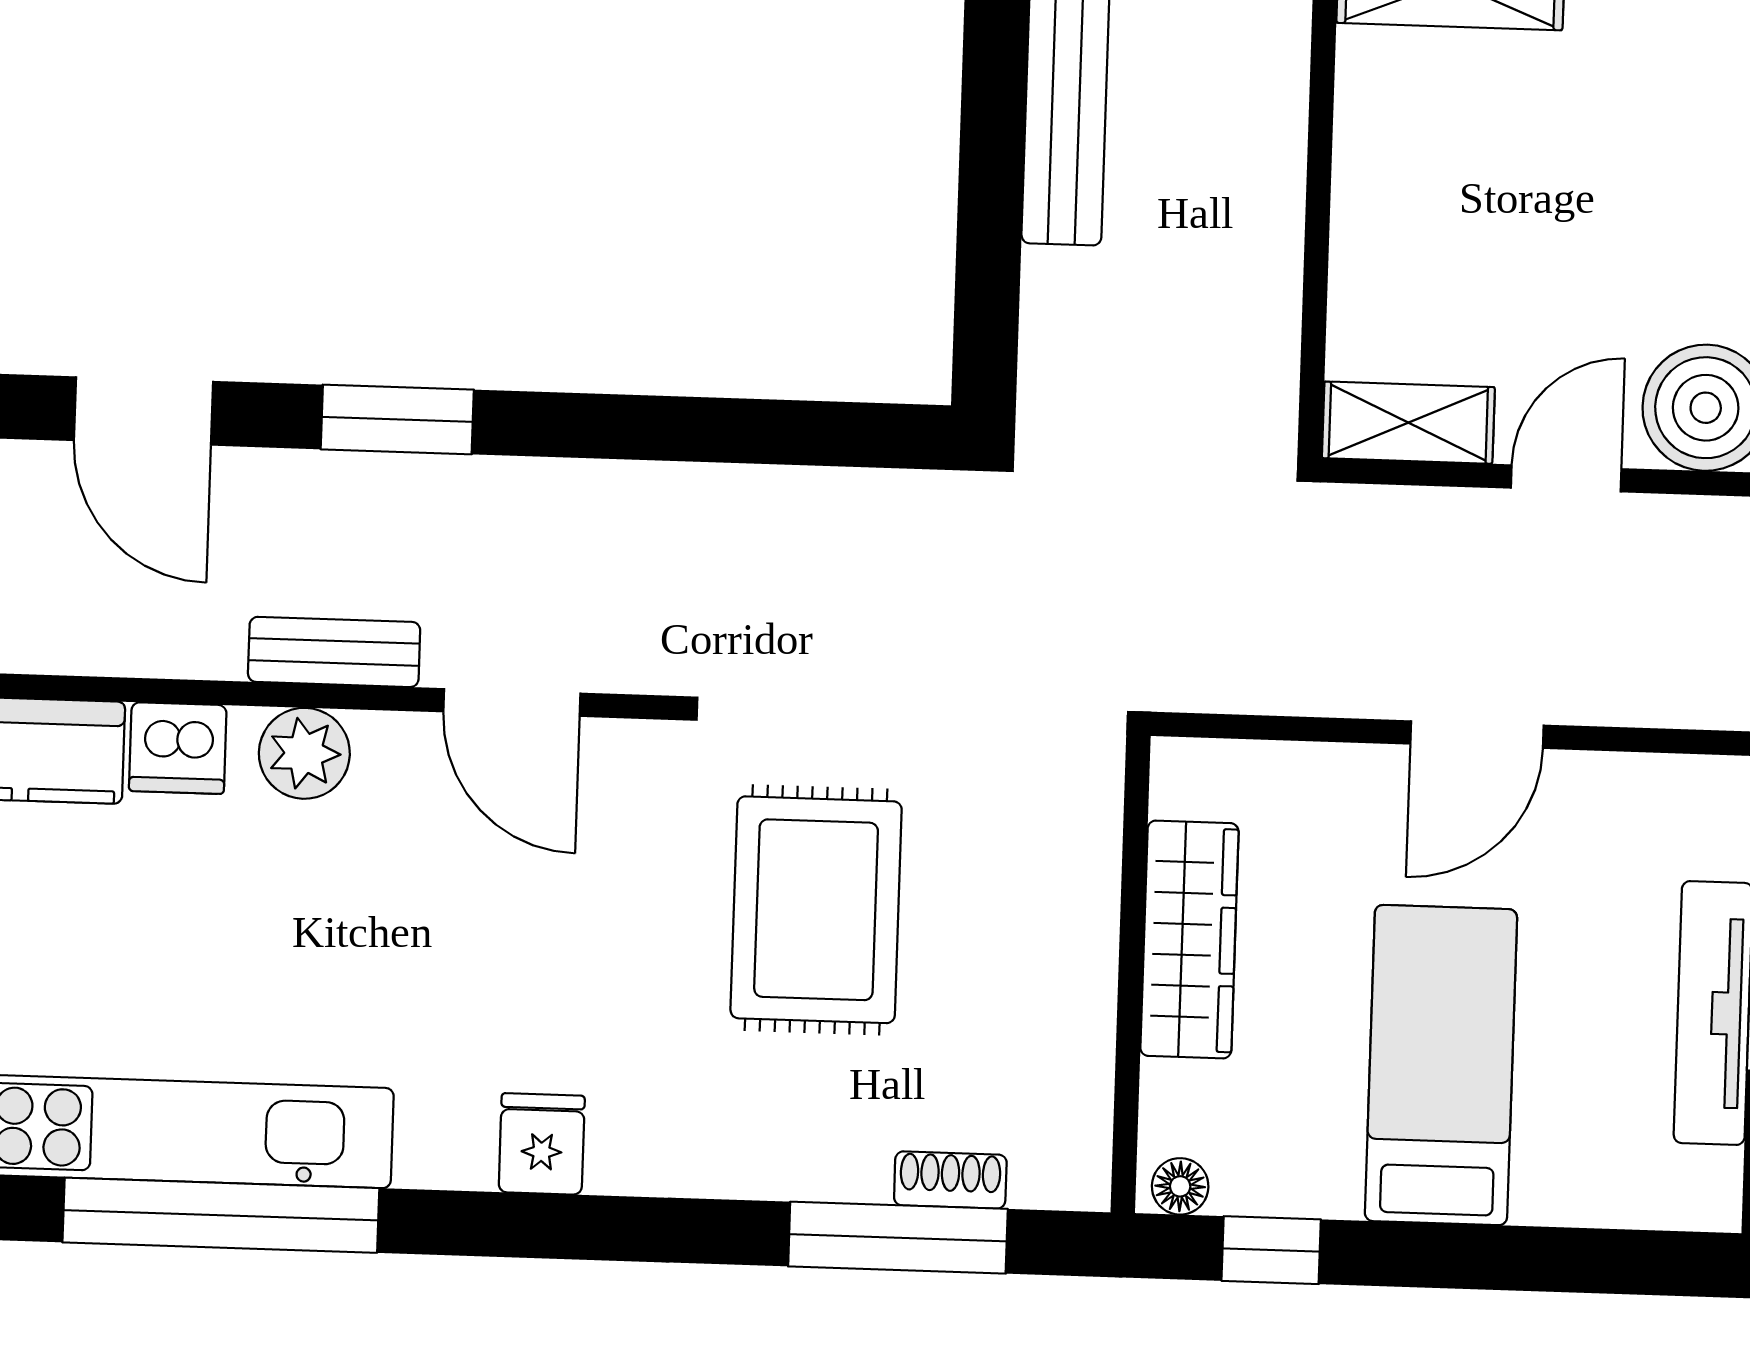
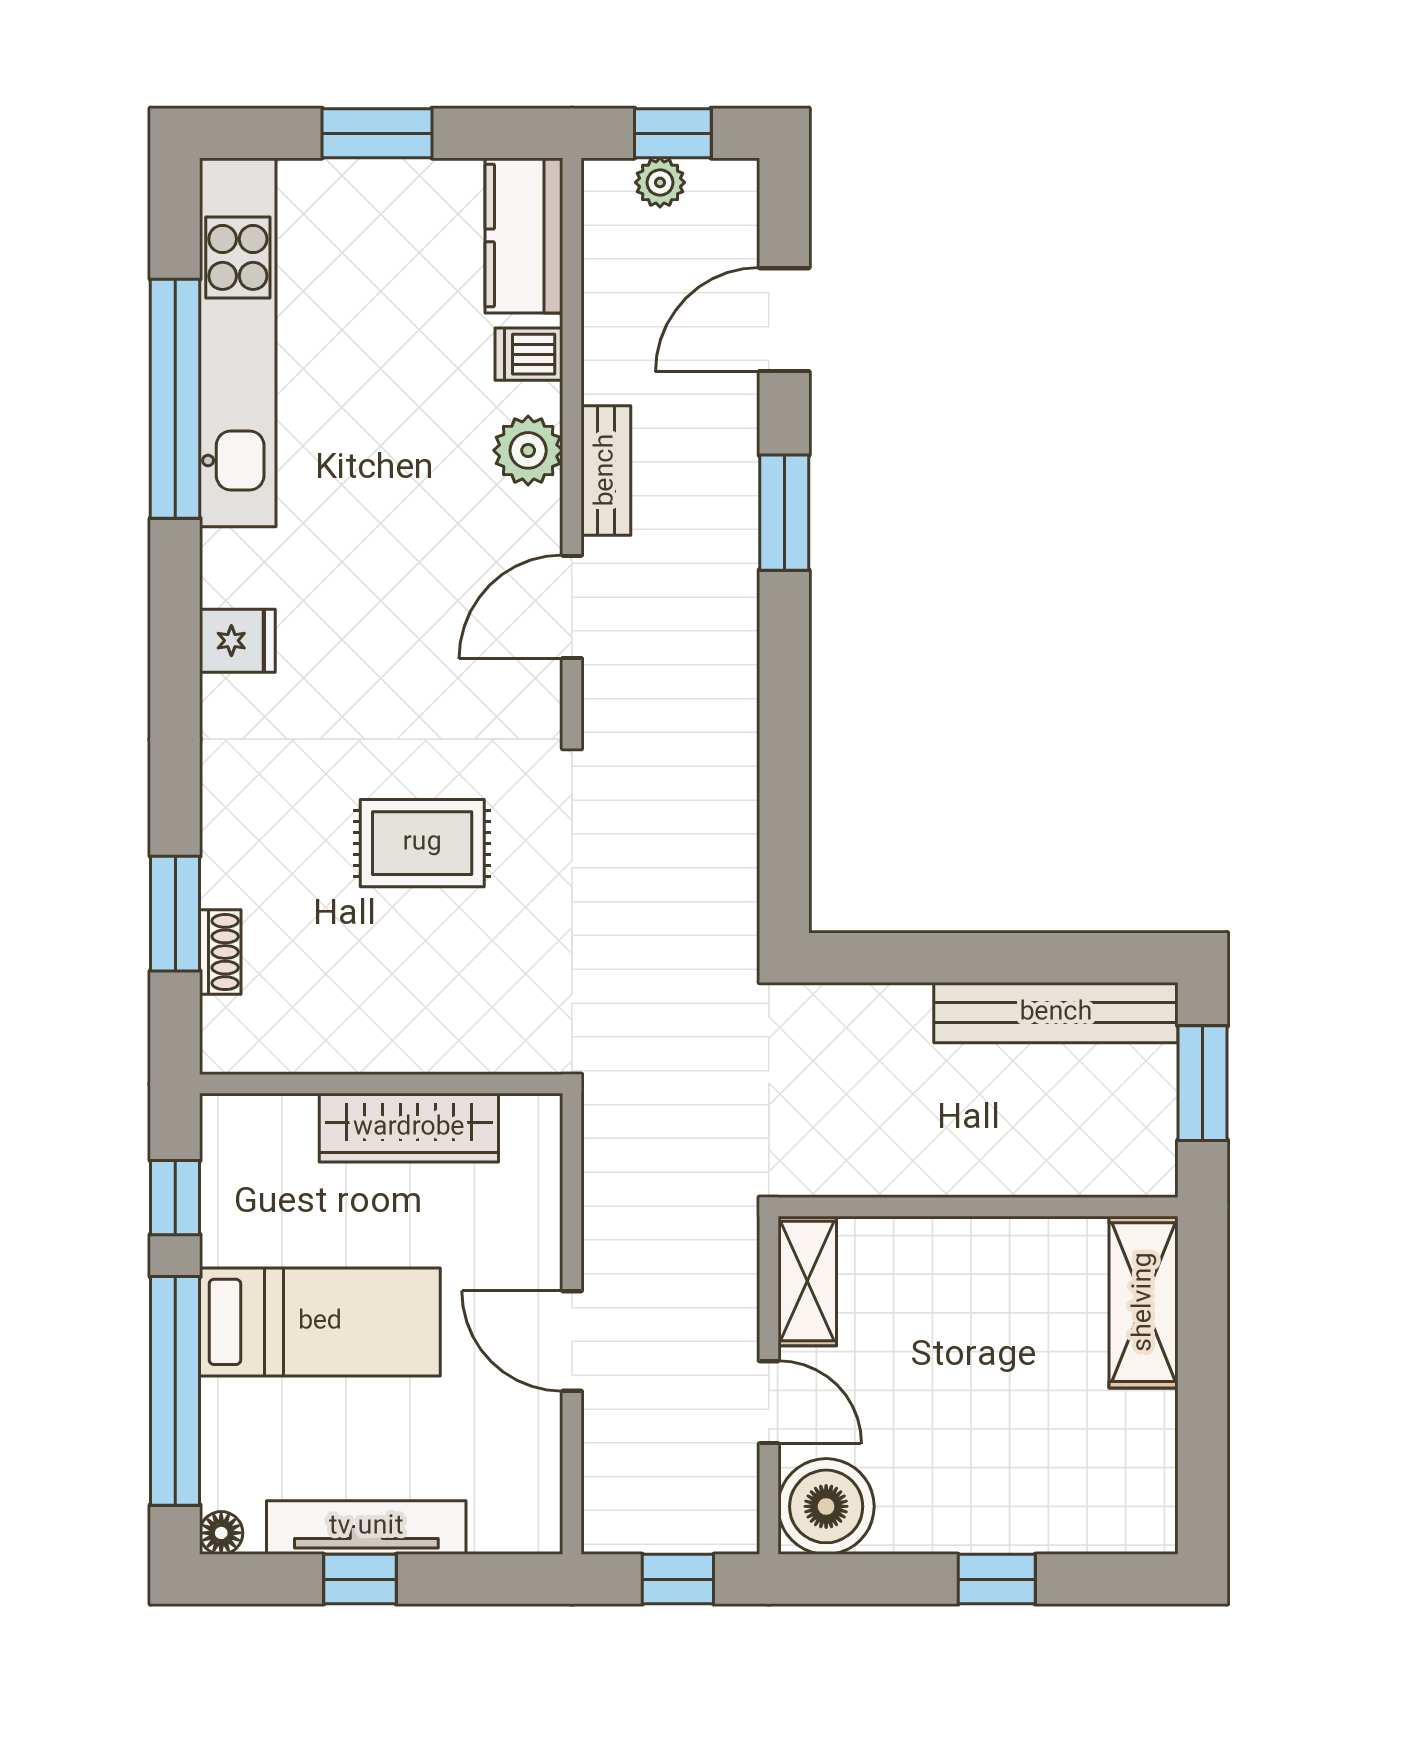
dishwasher: (178, 748) -> (529, 354), width x0.73
rug: (816, 910) -> (422, 843), width x0.73, depth x0.70
floor lamp: (1180, 1186) -> (221, 1533), moved
window: (898, 1238) -> (175, 914), width x0.69
window: (1525, 1259) -> (175, 1391), added

